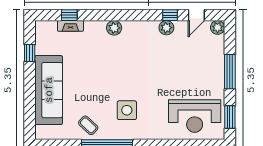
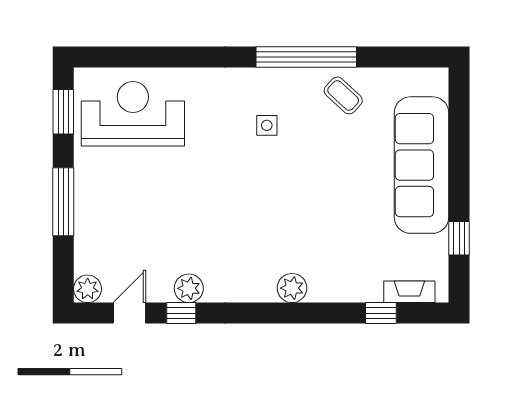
fireplace: (70, 26) -> (409, 292), moved
side table: (127, 110) -> (267, 125), width x0.54, depth x0.54

